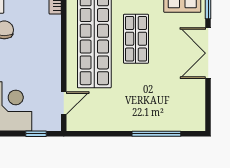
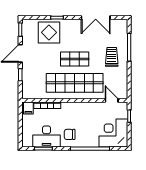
double door: (208, 53) -> (96, 18), moved
trolley: (140, 104) -> (112, 57), added

